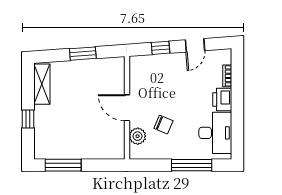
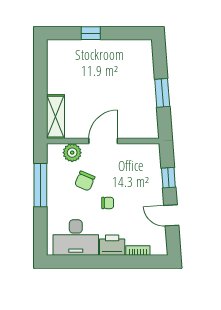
shelving: (42, 84) -> (56, 117), moved, turned 90
chair: (184, 104) -> (108, 203), added
window: (63, 165) -> (40, 71), removed
window: (192, 165) -> (40, 185), moved

